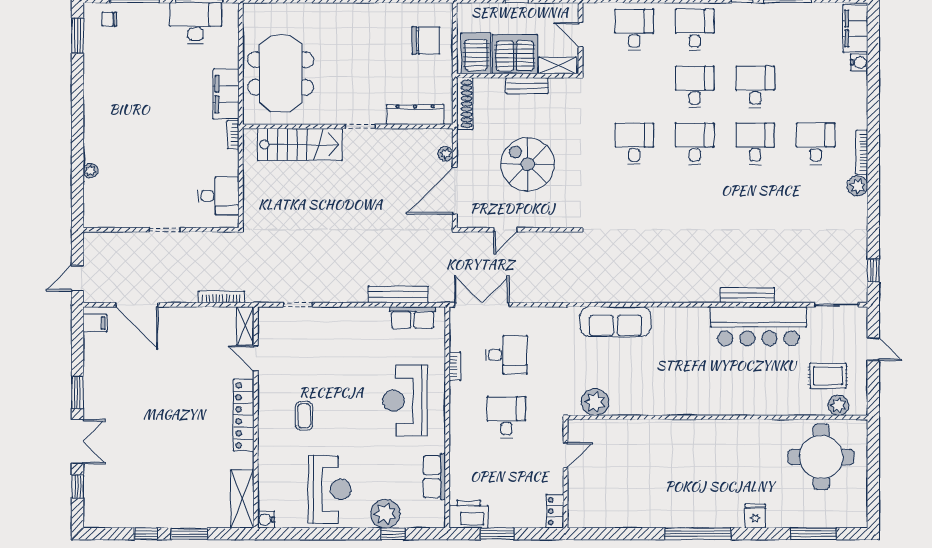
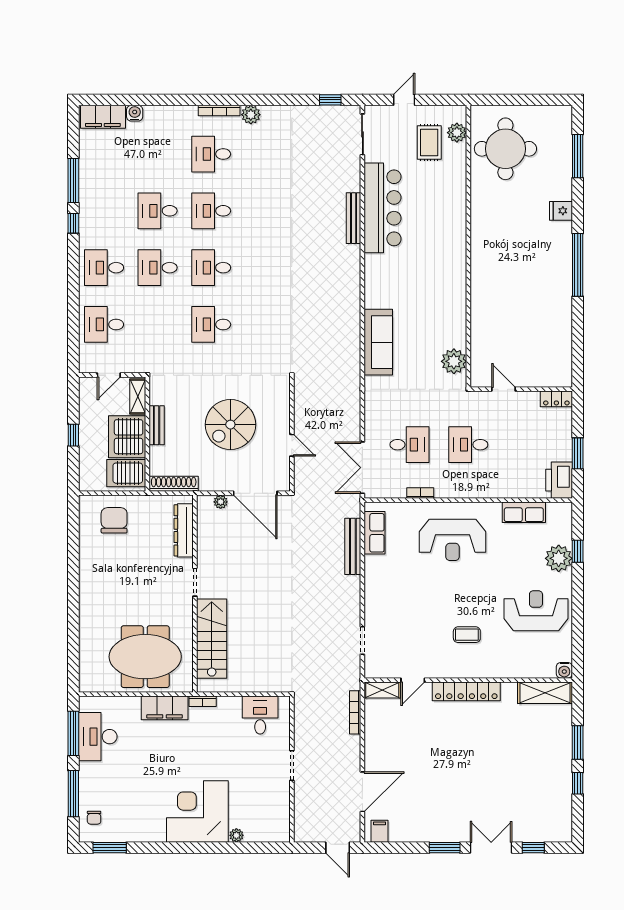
corner desk: (116, 129) -> (197, 811), added
desk: (506, 355) -> (410, 445), turned 90

